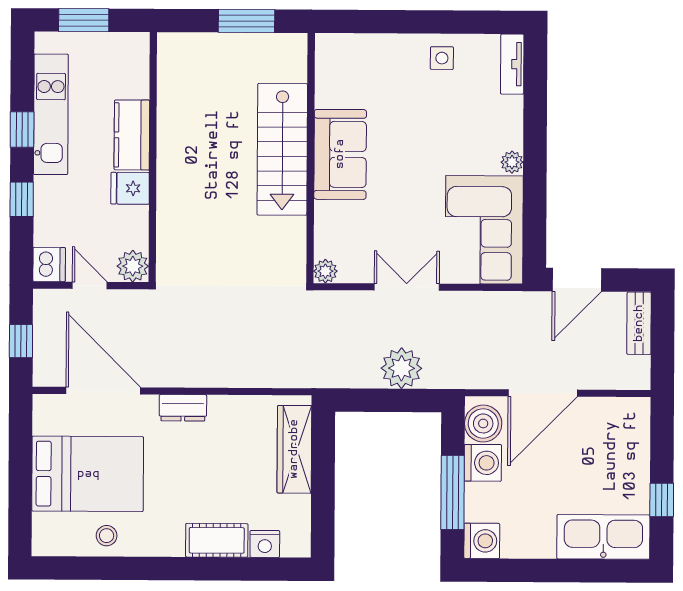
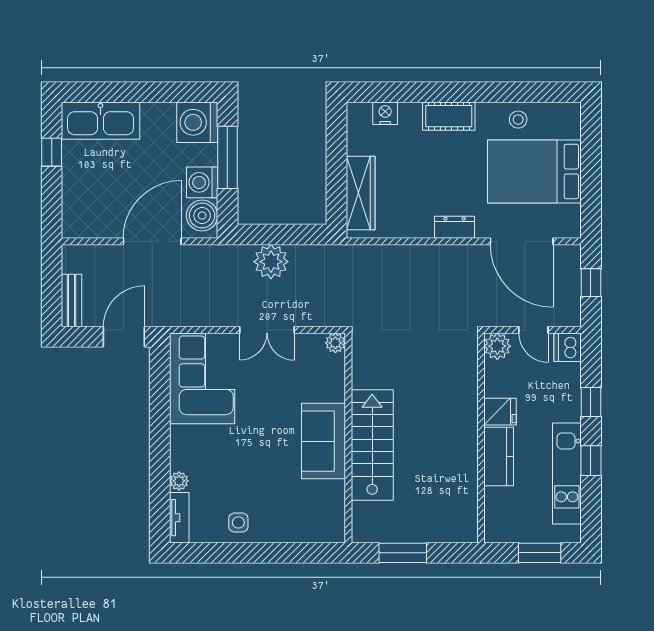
plant: (512, 162) -> (179, 481), moved
cot: (217, 540) -> (449, 116), moved
washing machine: (482, 541) -> (197, 122), width x1.37, depth x1.37

